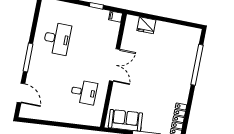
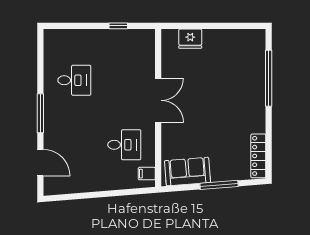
filing cabinet: (116, 17) -> (147, 174), moved
desk: (57, 39) -> (74, 80), width x0.73

